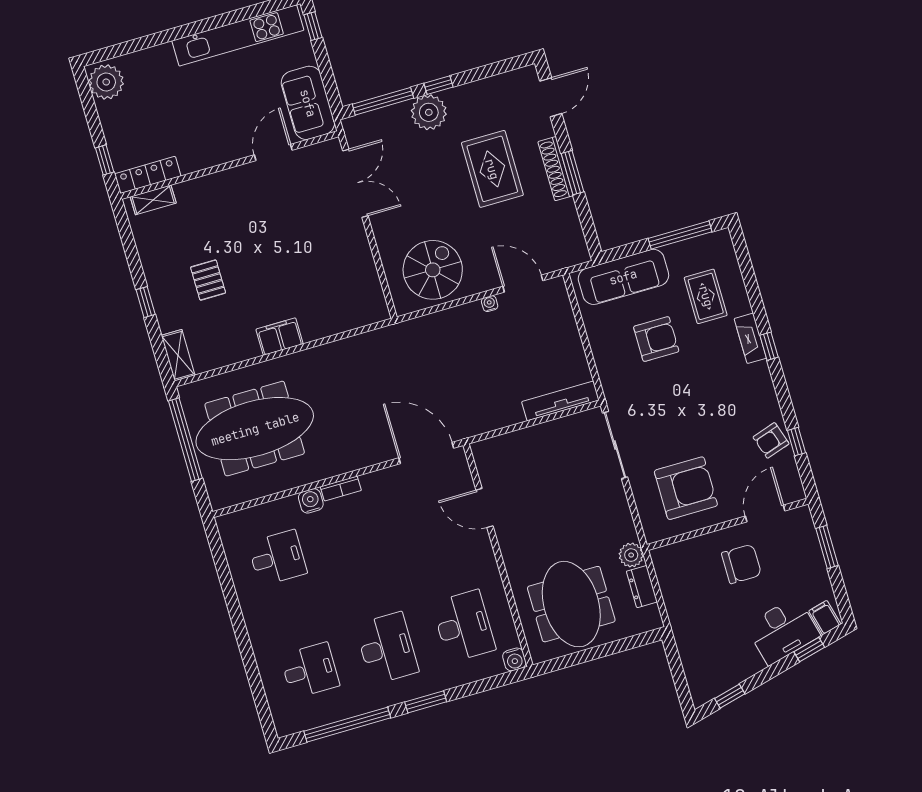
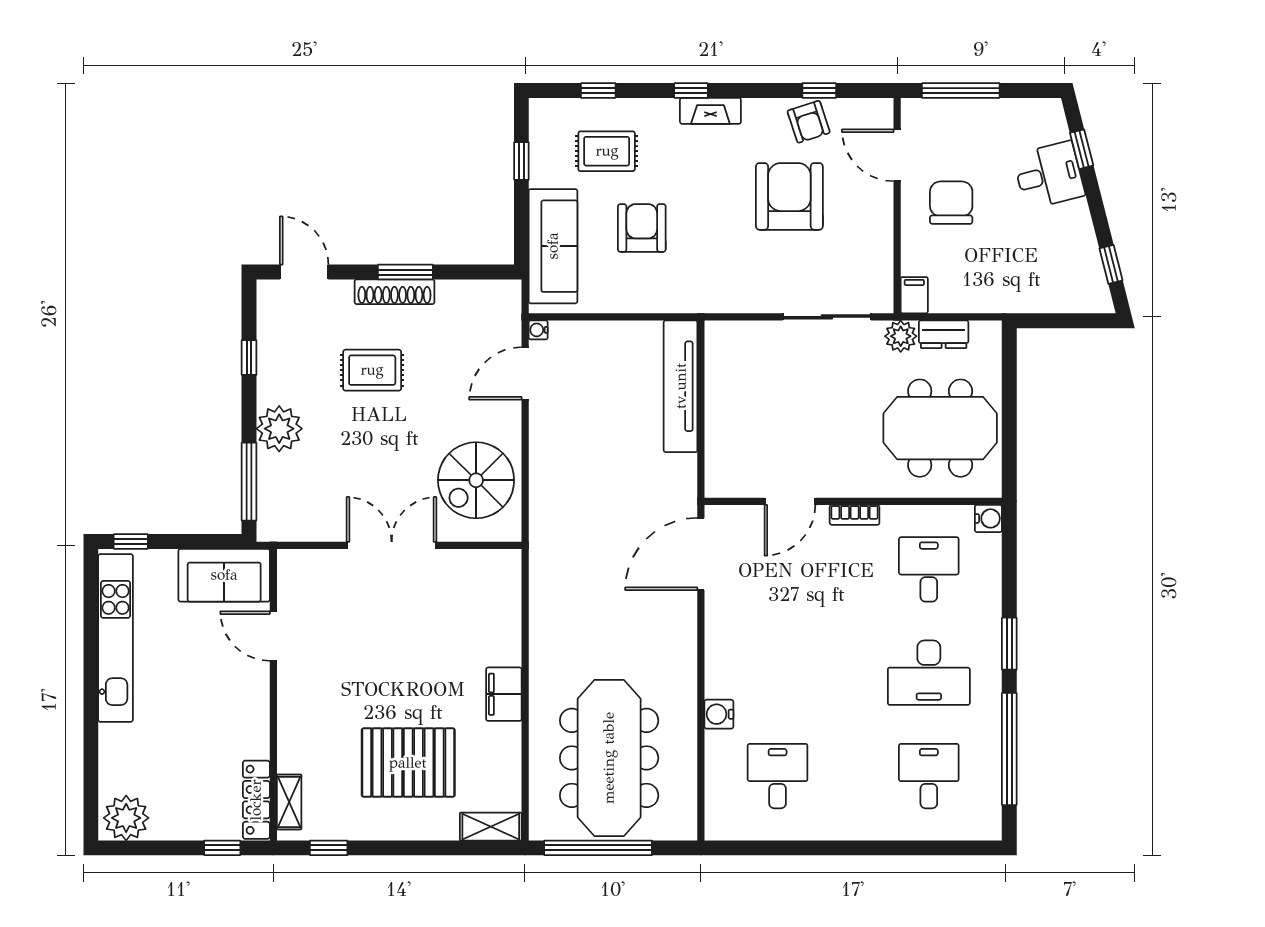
window: (438, 85) -> (249, 357), moved
rug: (492, 169) -> (372, 370), width x0.73, depth x0.70
double door: (355, 183) -> (392, 545), moved
window: (680, 235) -> (521, 161), width x0.46
spiral stairs: (433, 270) -> (476, 480), turned -90
window: (749, 277) -> (598, 90), added
pallet: (208, 280) -> (408, 763), width x2.05, depth x2.00
window: (146, 302) -> (329, 848), moved
water cooler: (490, 304) -> (538, 330), moved
fireplace: (750, 338) -> (710, 111), moved
tv unit: (560, 401) -> (681, 386), width x1.36, depth x1.29
sliding door: (615, 445) -> (827, 317), moved
armchair: (686, 488) -> (789, 196), moved
bookcase: (341, 489) -> (855, 515), moved, turned 90
window: (827, 547) -> (961, 90), width x1.44
filing cabinet: (825, 618) -> (914, 295), moved, turned 104
desk: (464, 626) -> (929, 569), width x0.73
desk: (783, 631) -> (1049, 175), width x0.73
desk: (387, 648) -> (929, 673), turned 180

